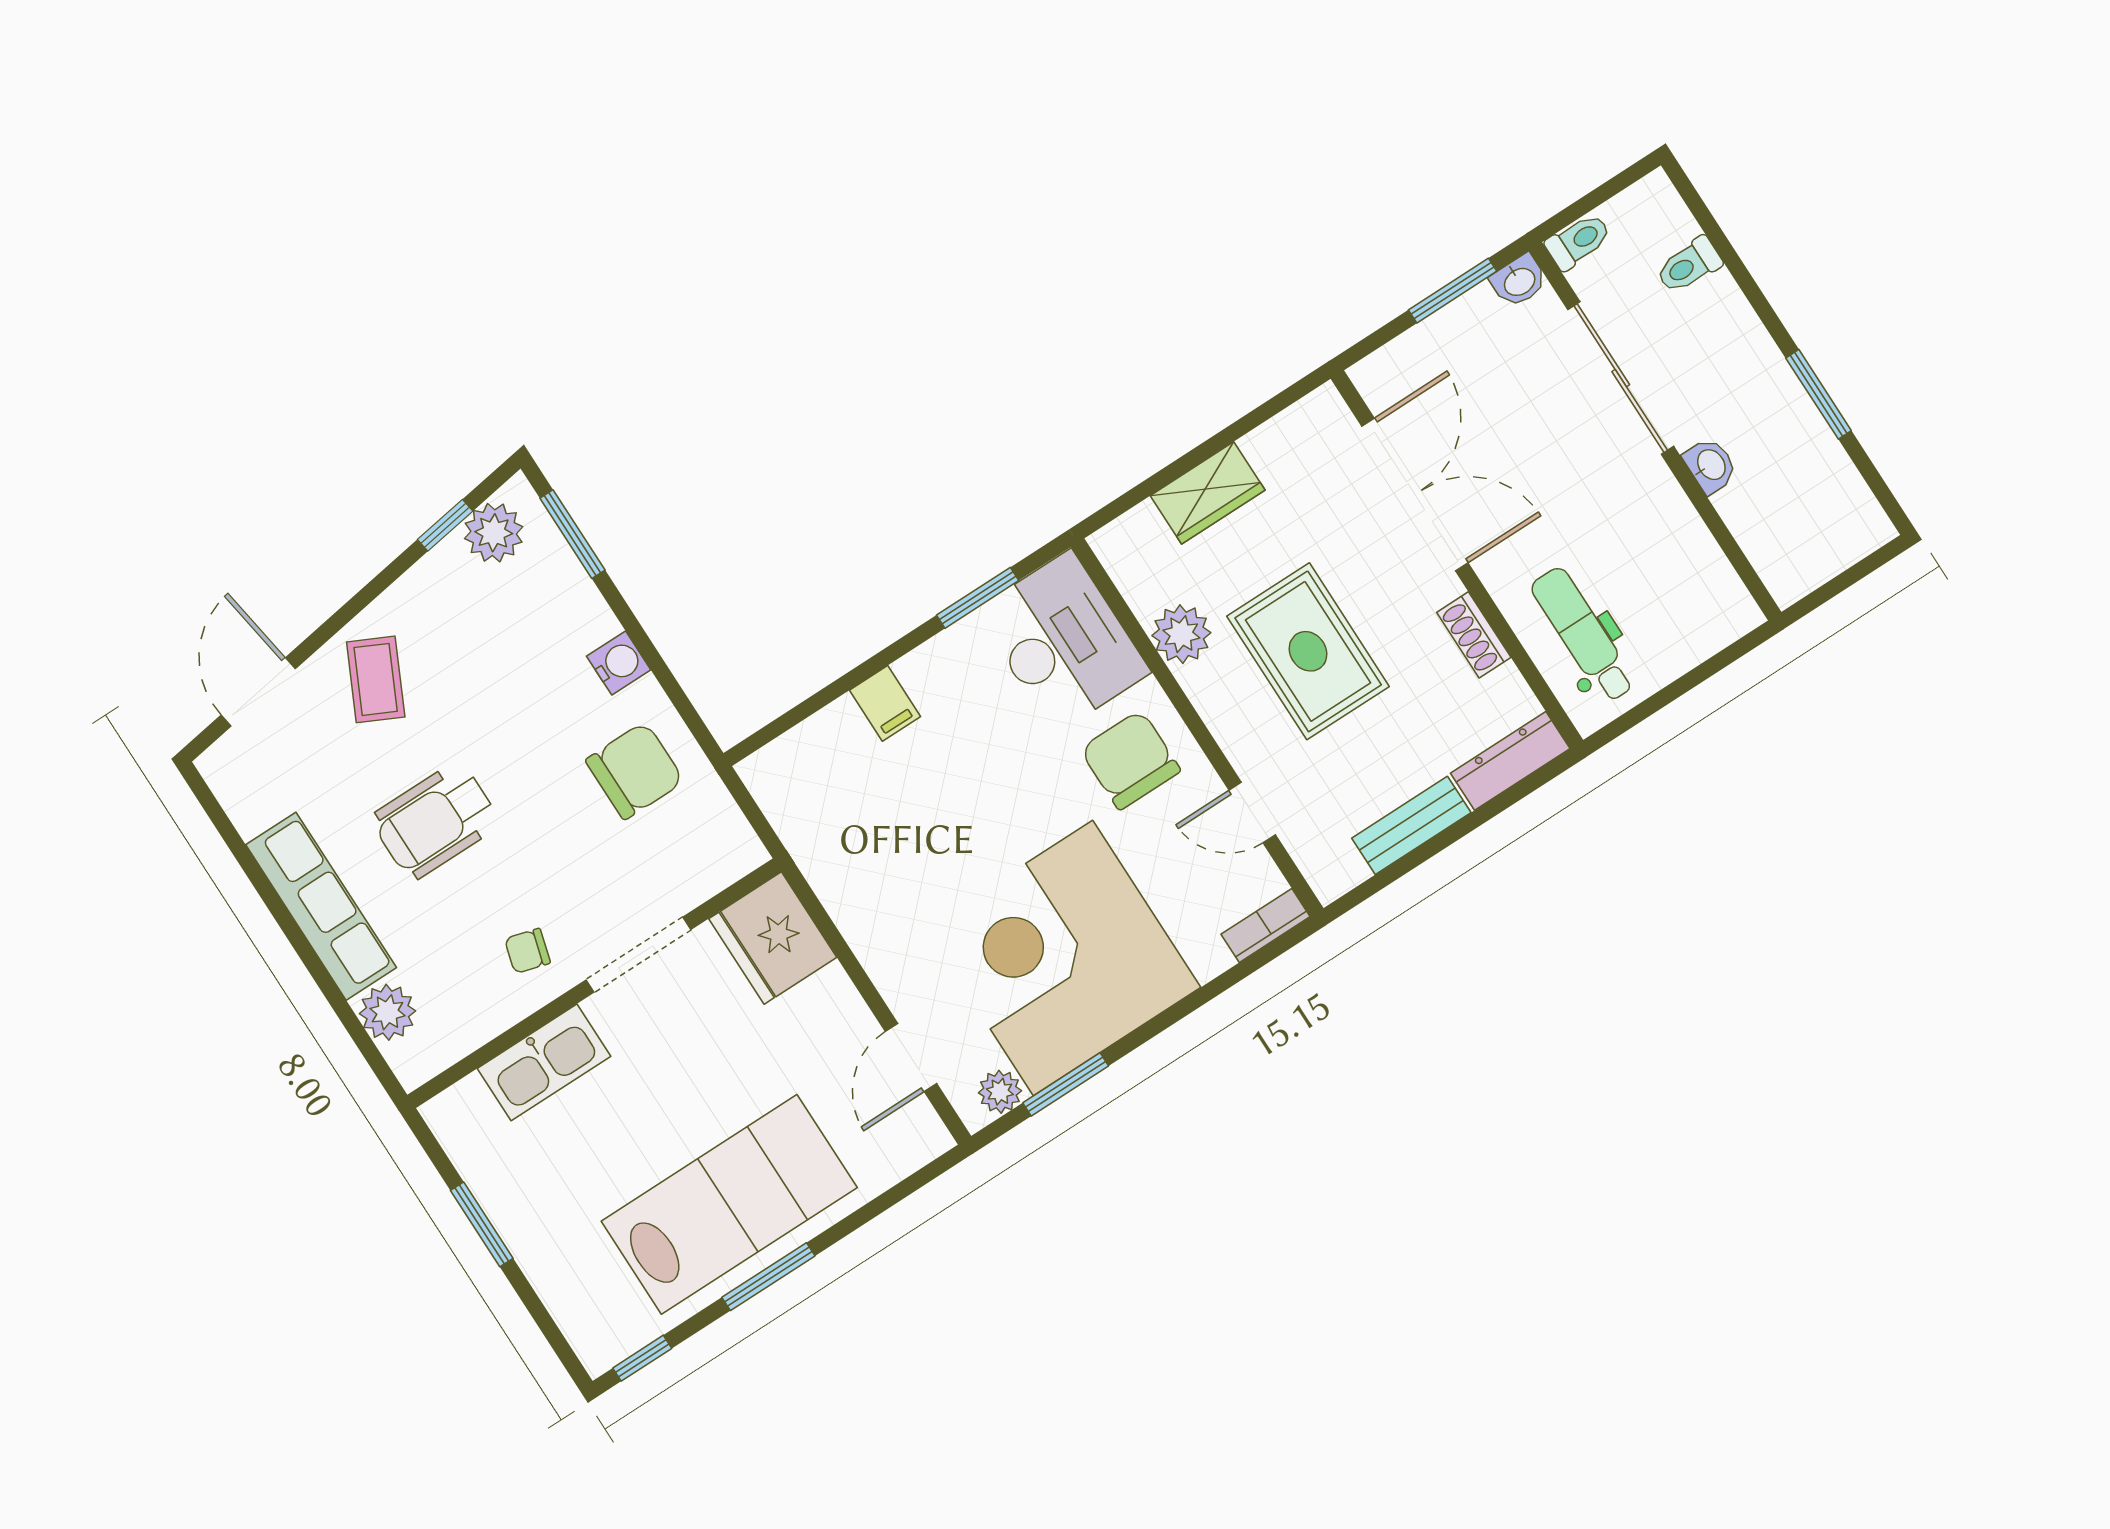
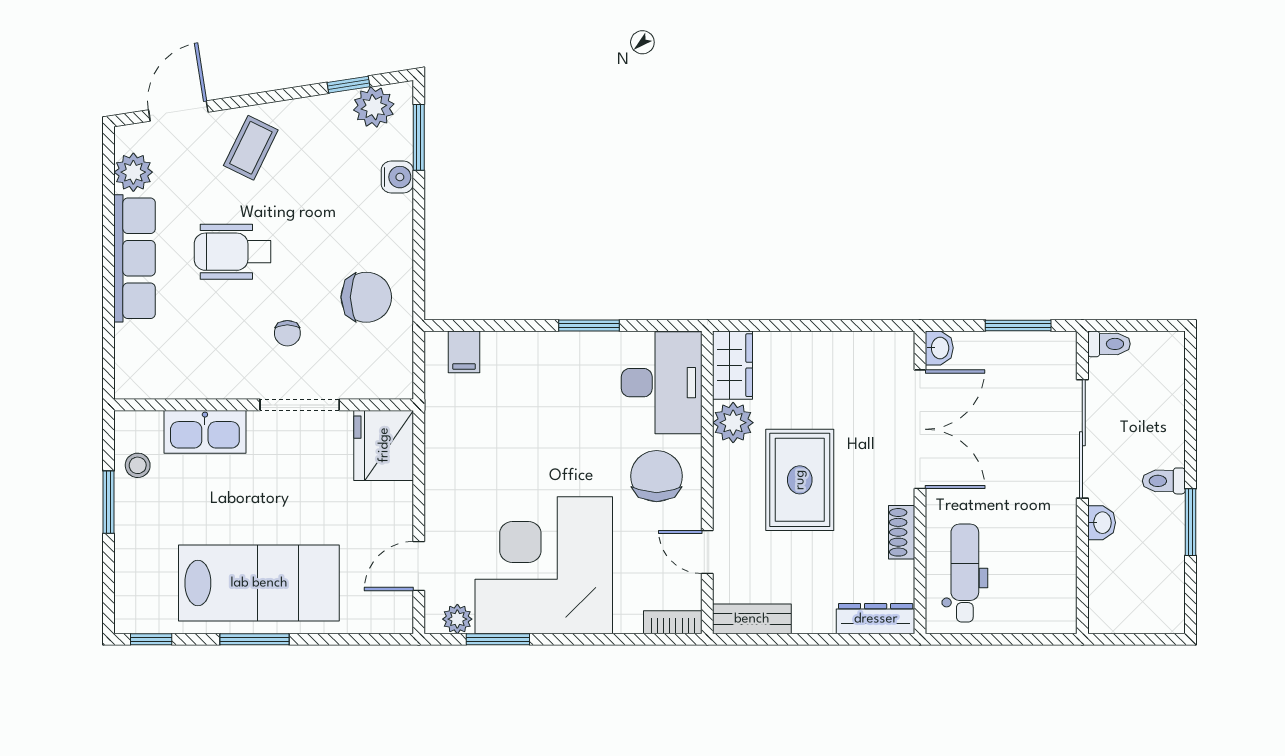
toilet: (1689, 265) -> (1164, 481), moved
washbasin: (1519, 281) -> (939, 348), moved, turned -90
wardrobe: (1208, 493) -> (733, 365), moved, turned -90
window: (978, 598) -> (589, 326), moved
water cooler: (619, 663) -> (397, 177), moved
filing cabinet: (885, 703) -> (464, 352), moved
bench: (1411, 825) -> (752, 619), moved
chair: (527, 951) -> (287, 333), moved, turned -106
plant: (387, 1012) -> (133, 172), moved
stool: (488, 1157) -> (138, 465), added

